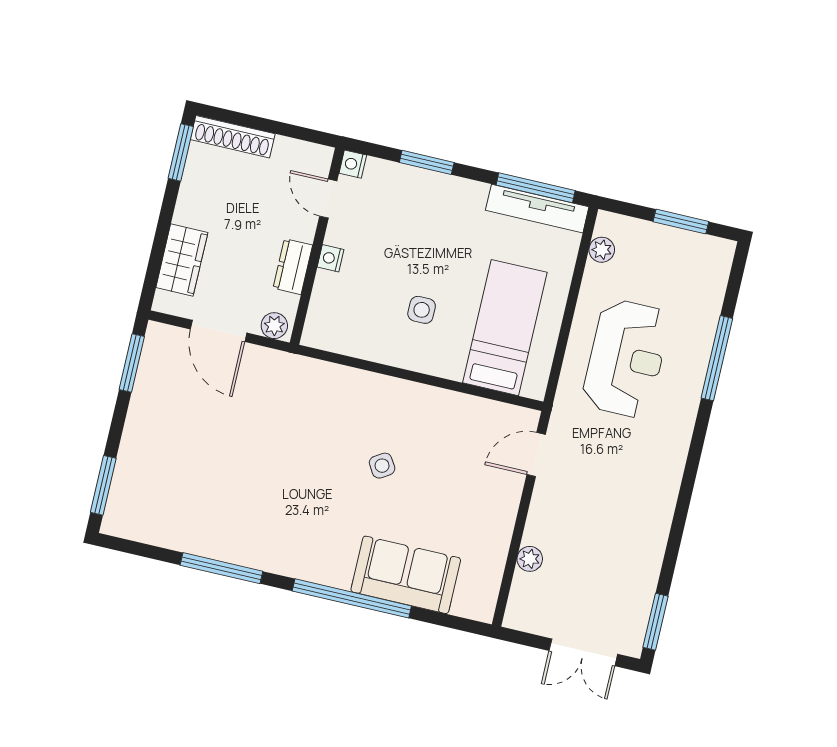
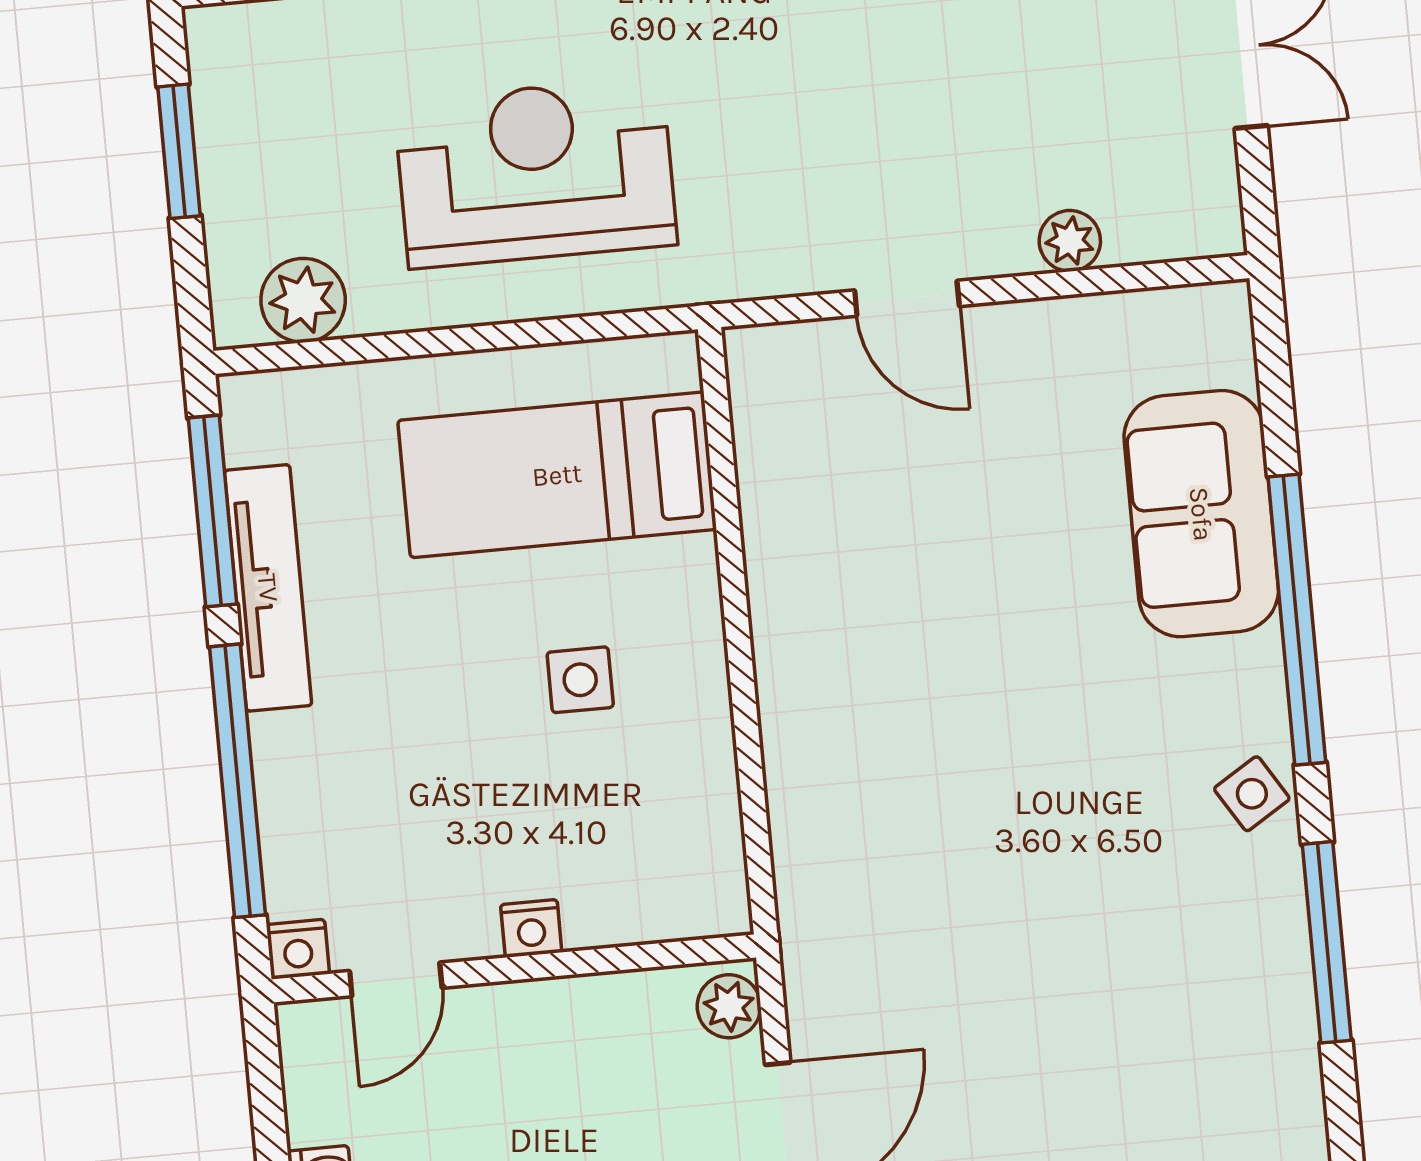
window: (427, 162) -> (237, 781), width x2.11
tv unit: (537, 209) -> (268, 588), moved
plant: (602, 250) -> (303, 300), width x1.38, depth x1.38
dresser: (293, 267) -> (579, 1009), removed
door: (536, 454) -> (907, 298), moved
side table: (382, 466) -> (1252, 794), moved

